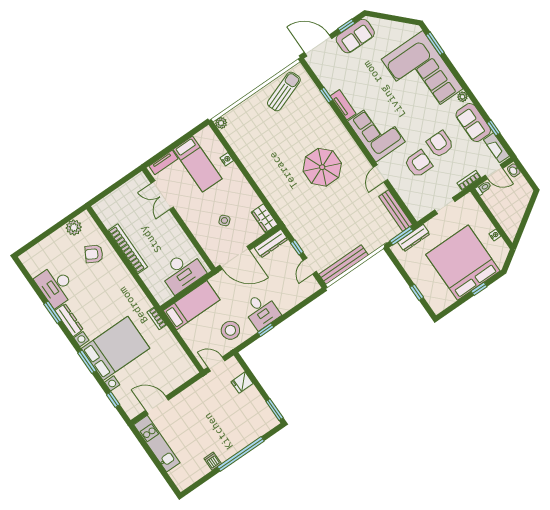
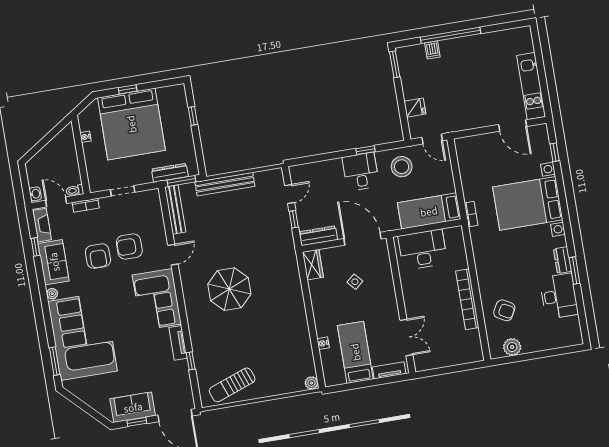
bench: (344, 265) -> (225, 184), moved
dresser: (69, 320) -> (562, 260), width x0.70
window: (87, 362) -> (563, 203), removed
dishwasher: (213, 461) -> (432, 50), moved

